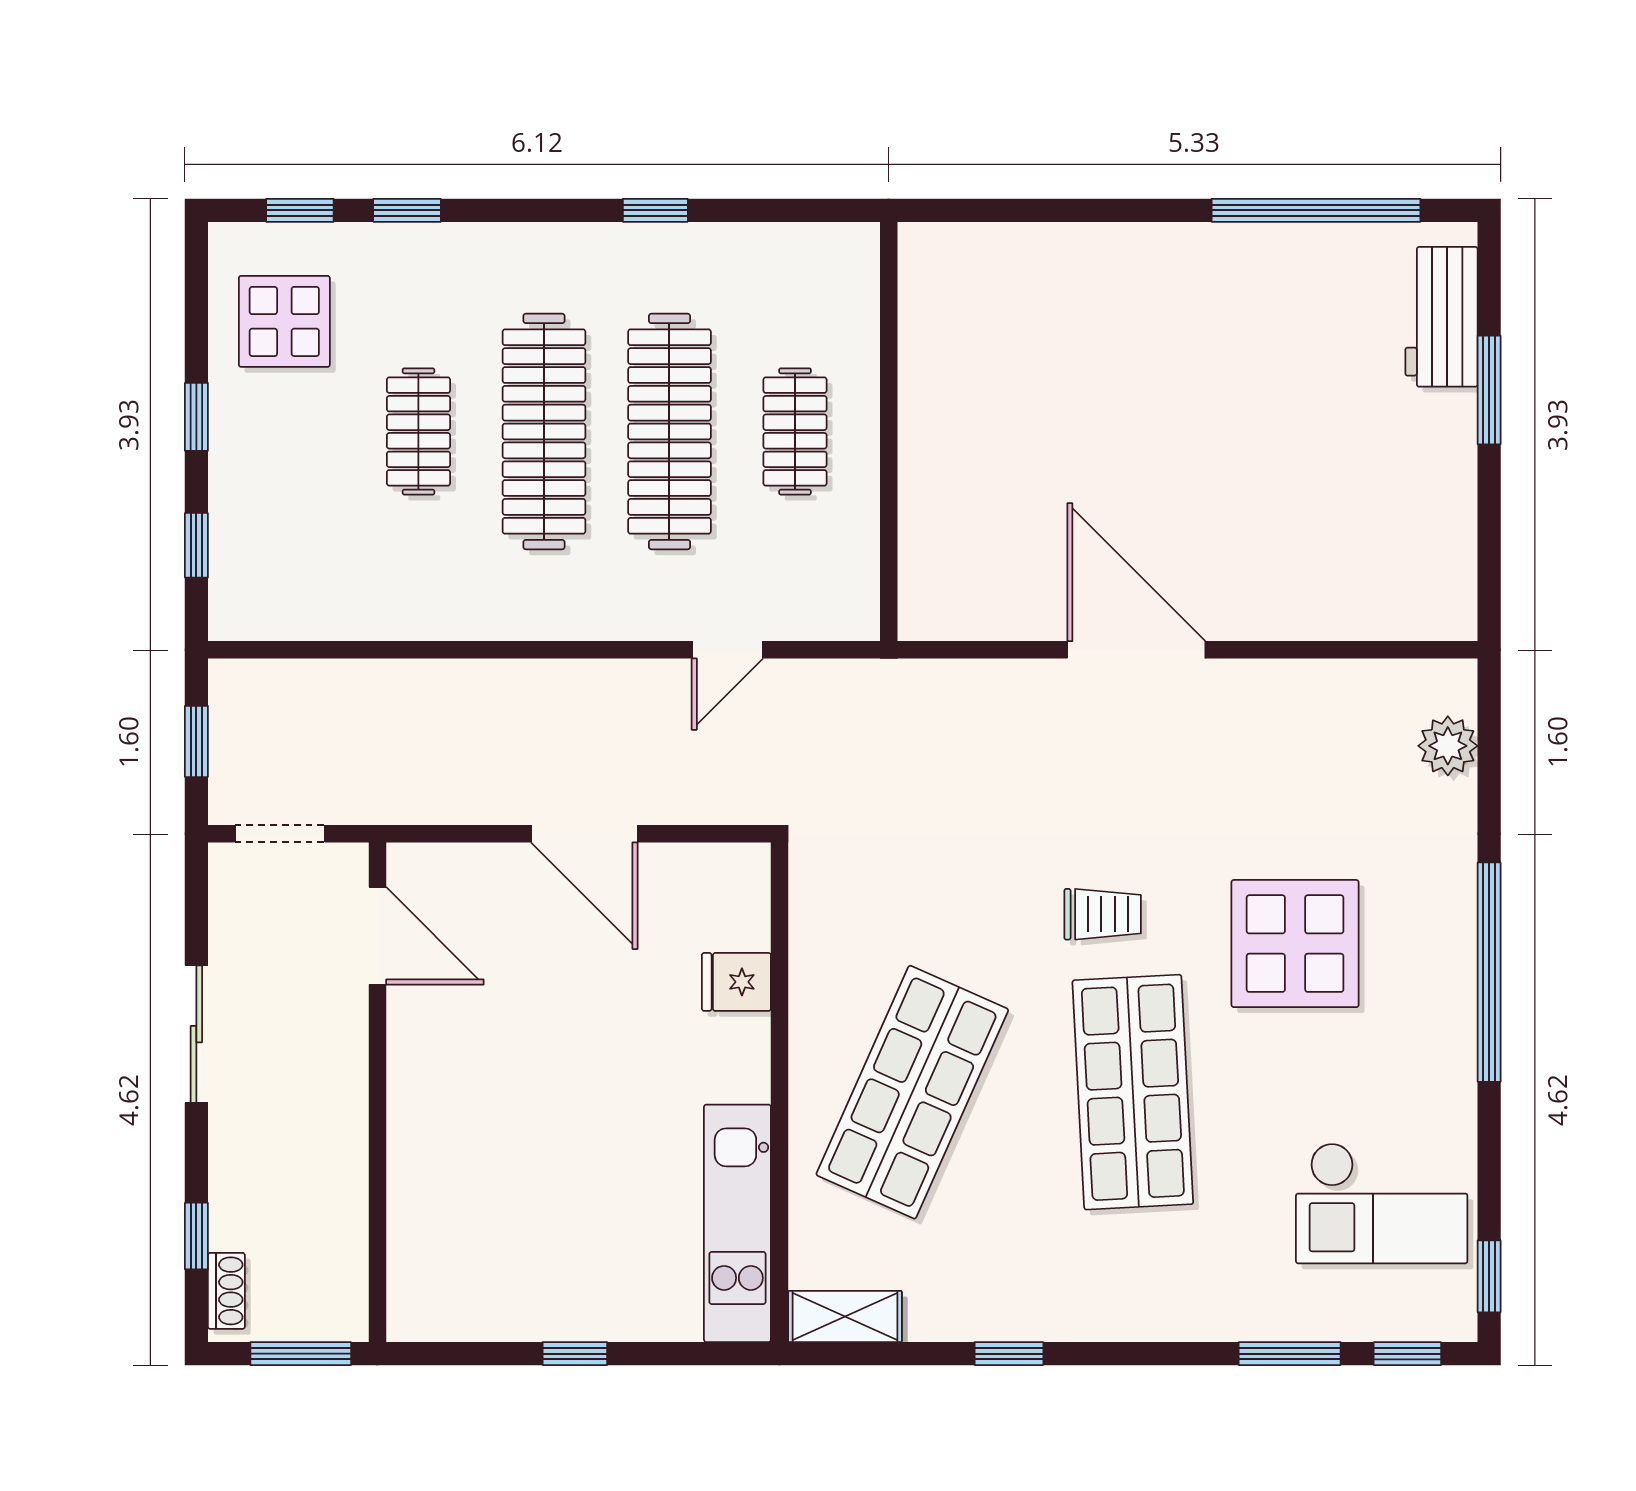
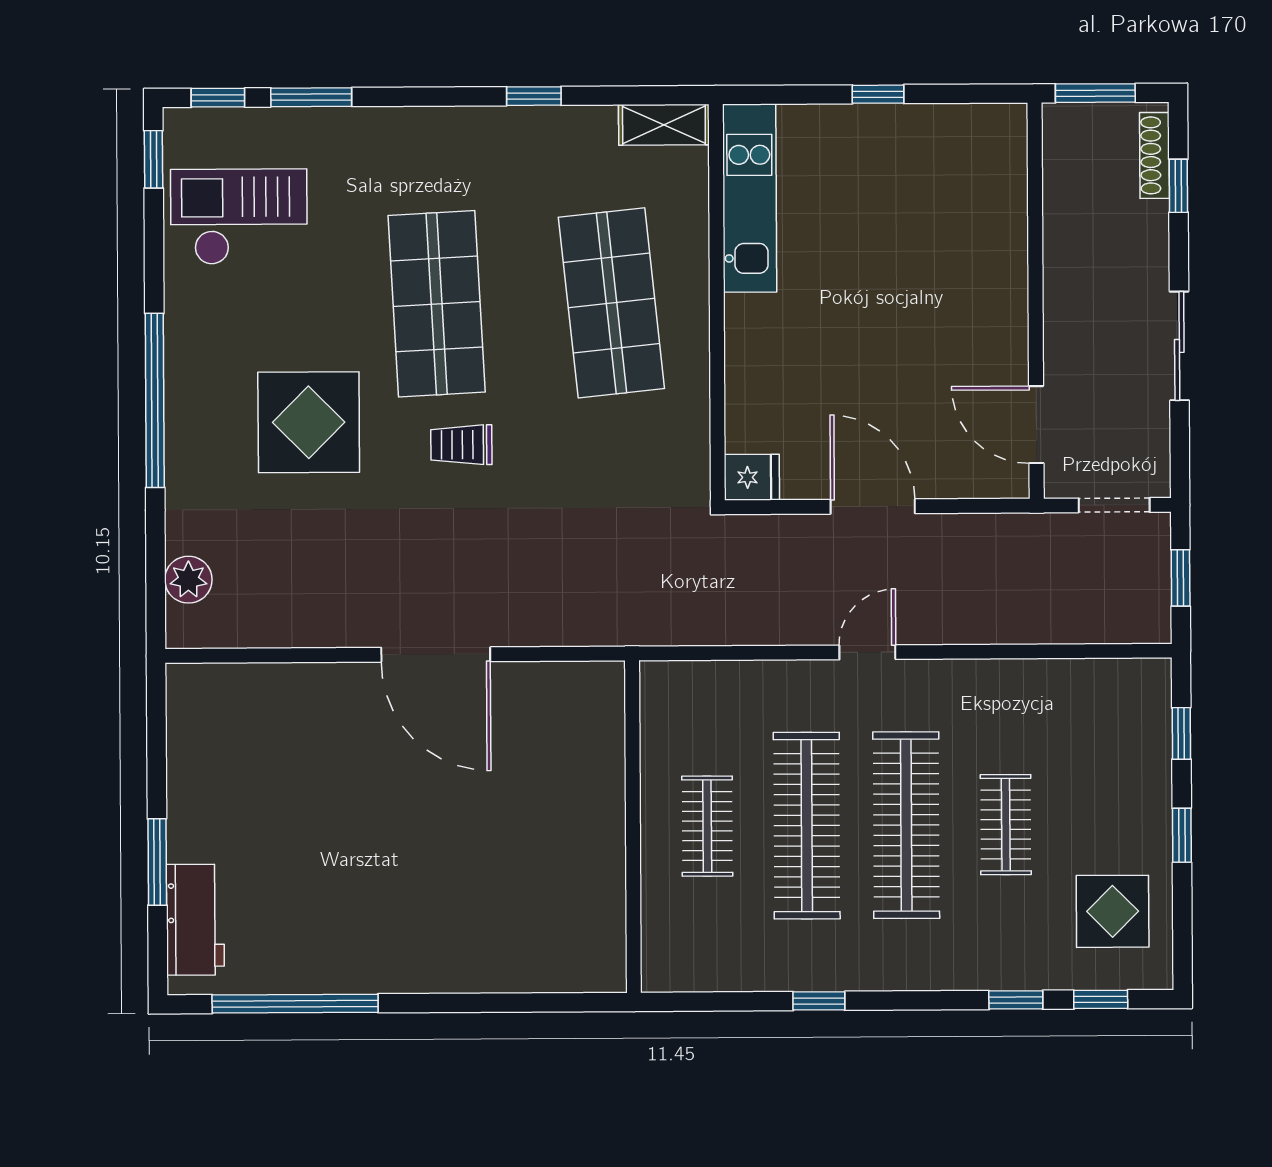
door: (727, 650) -> (867, 652), moved
fridge: (736, 982) -> (752, 477), moved
shop shelf: (912, 1092) -> (611, 303), turned -30
shoe rack: (226, 1291) -> (1155, 155), width x1.43

